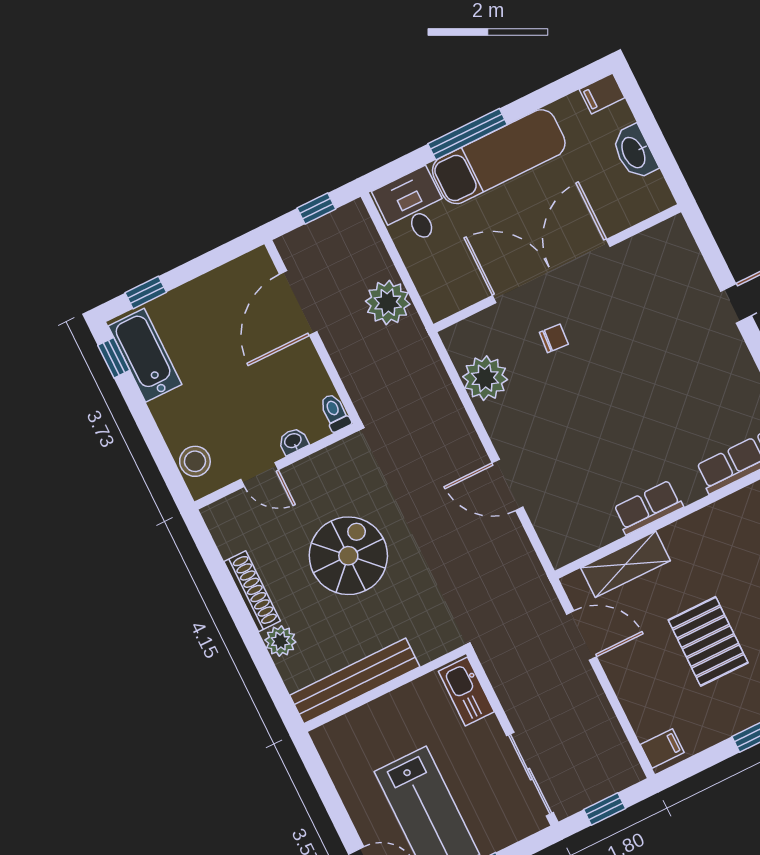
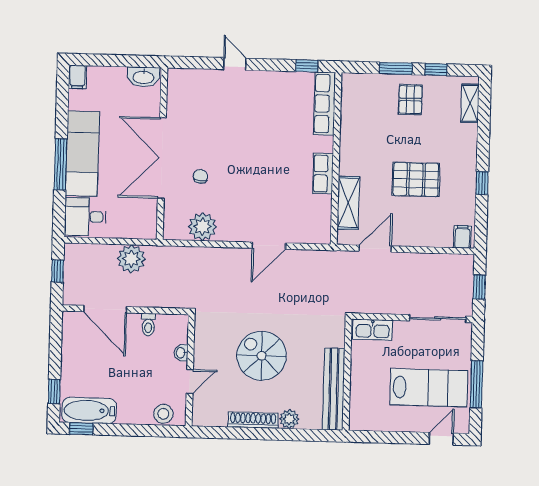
washbasin: (634, 152) -> (143, 77), moved
toilet: (335, 412) -> (148, 325), moved, turned -90

